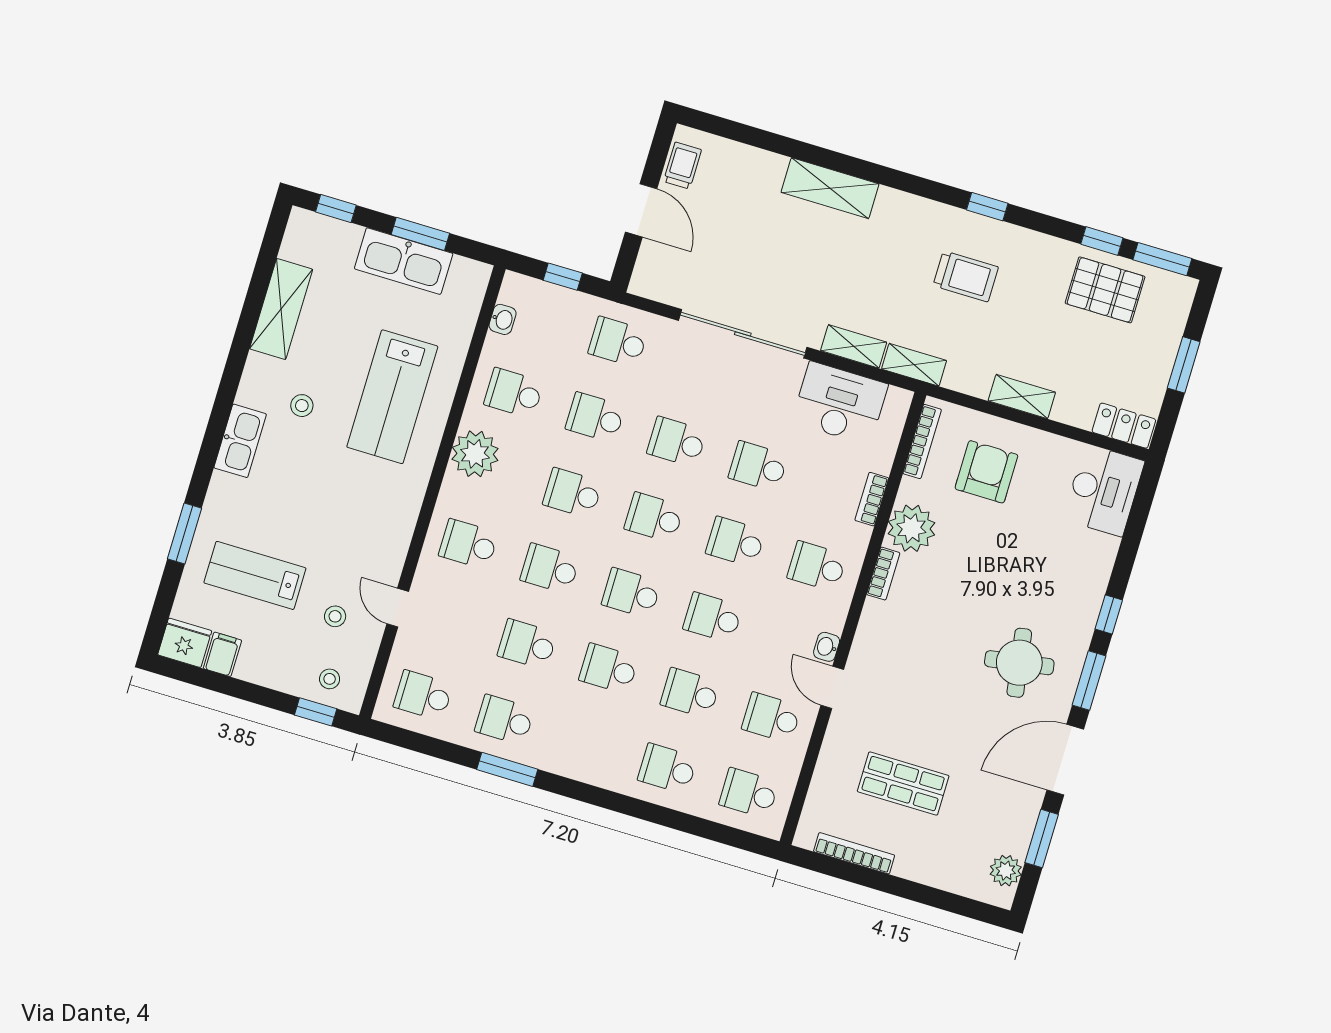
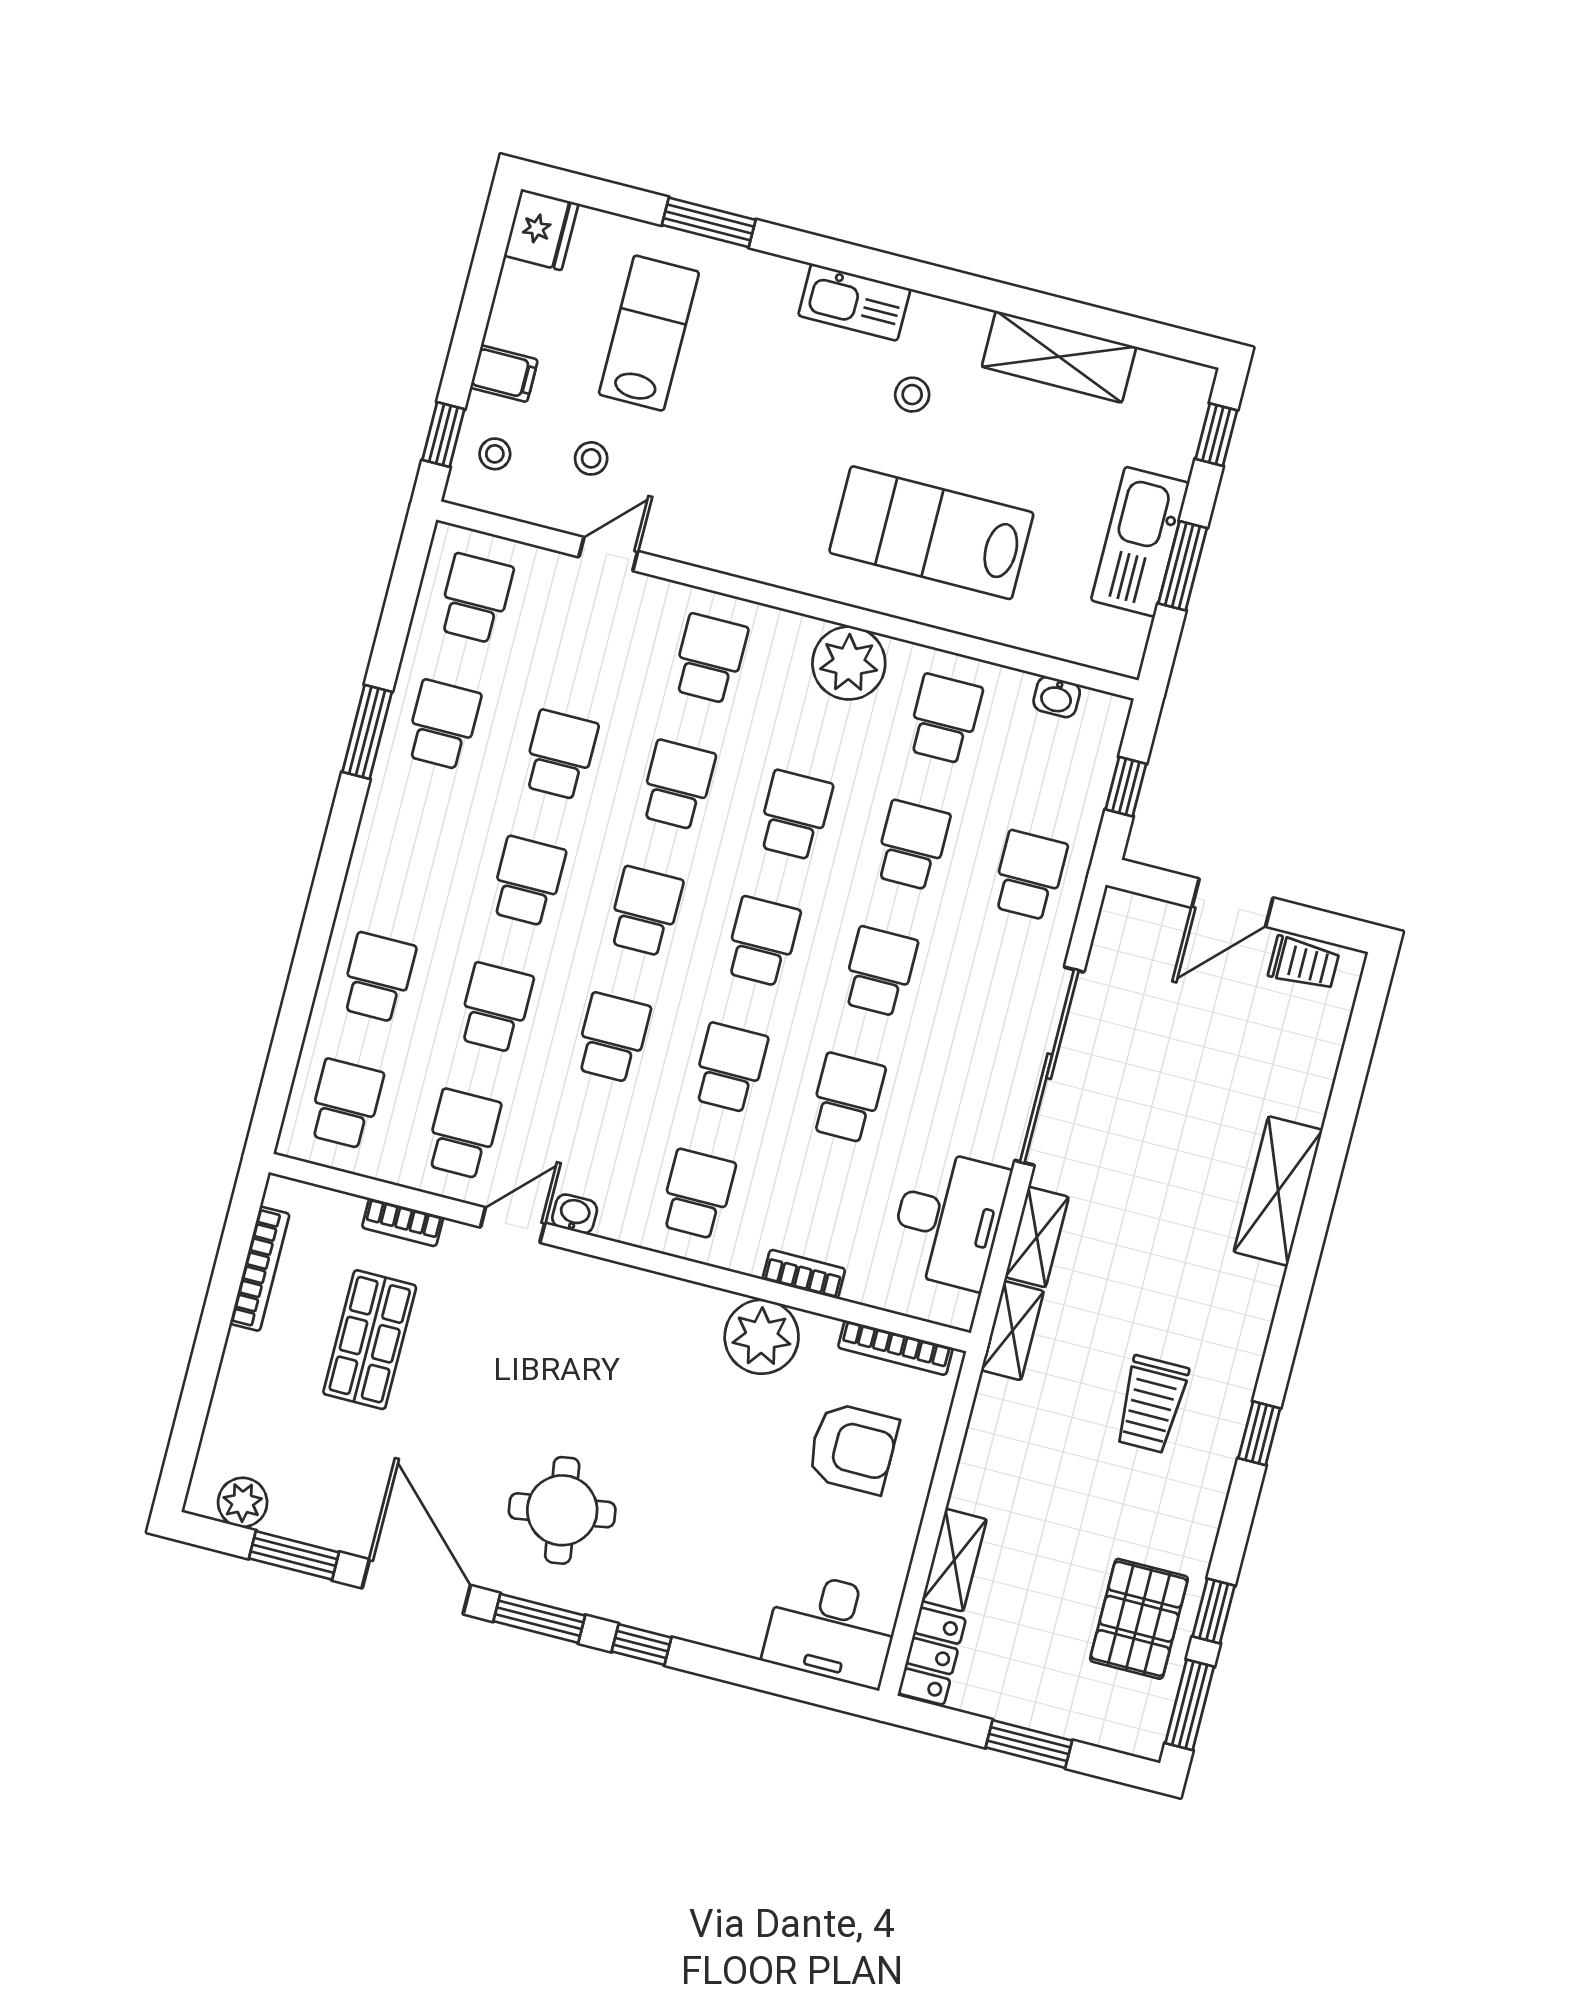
shelving: (1022, 397) -> (954, 1560), moved
bookcase: (883, 574) -> (403, 1222), moved
filing cabinet: (222, 654) -> (504, 374), moved

